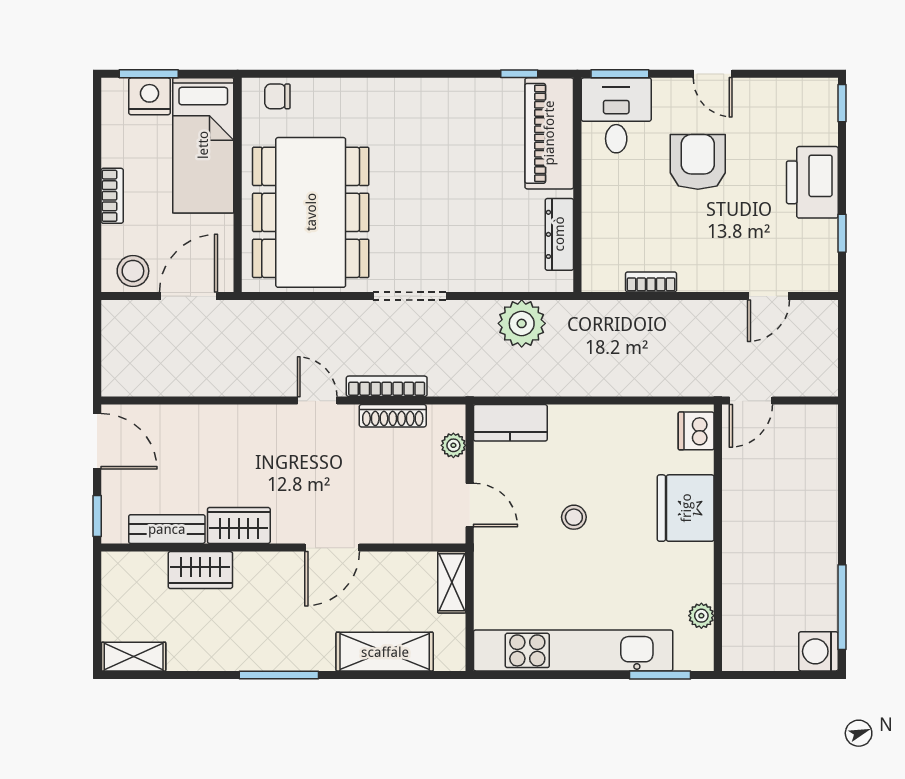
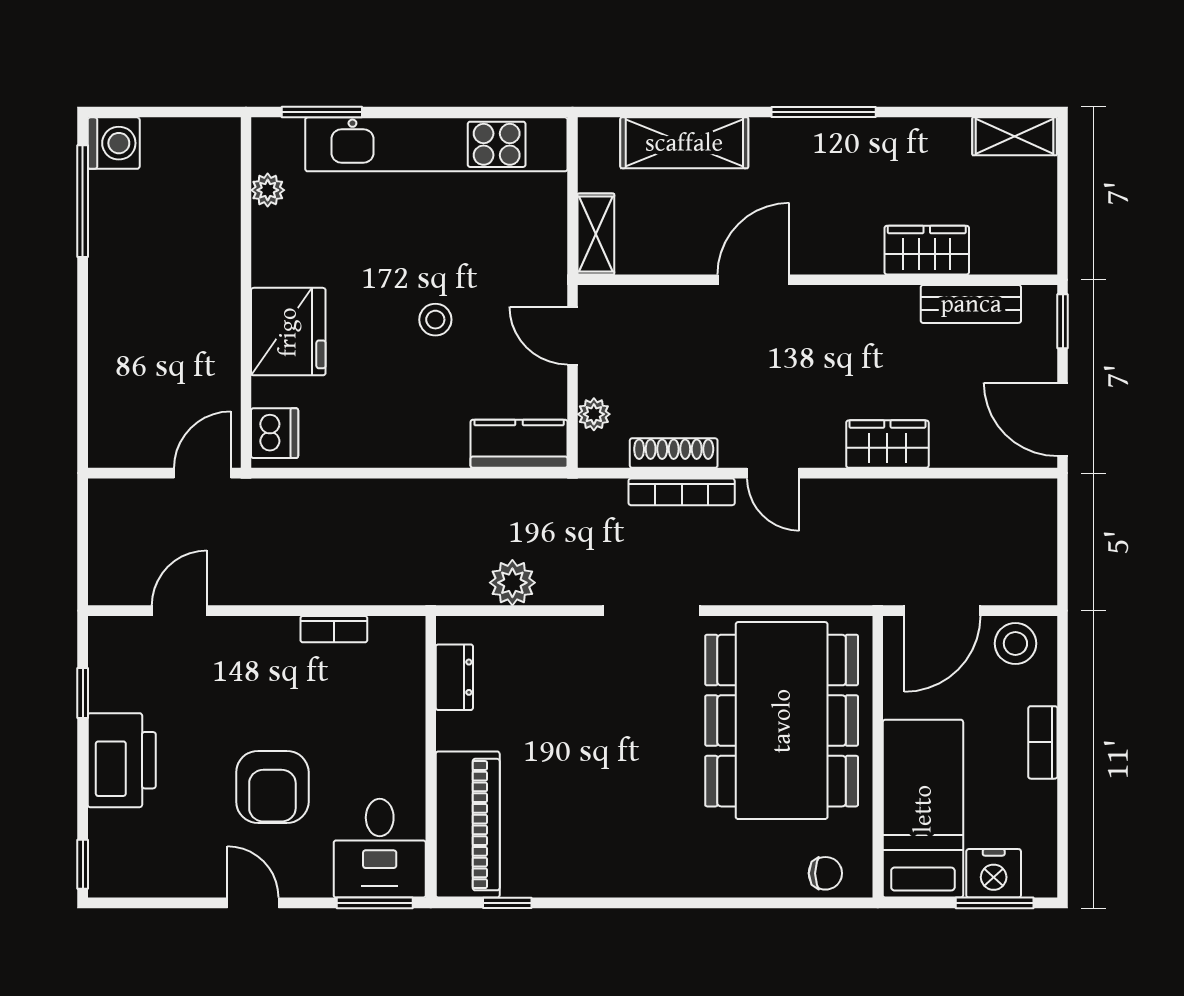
dresser: (559, 234) -> (454, 677), width x0.70
plant: (522, 323) -> (512, 583), width x0.73, depth x0.73
wardrobe: (239, 525) -> (887, 444), moved, turned 180

